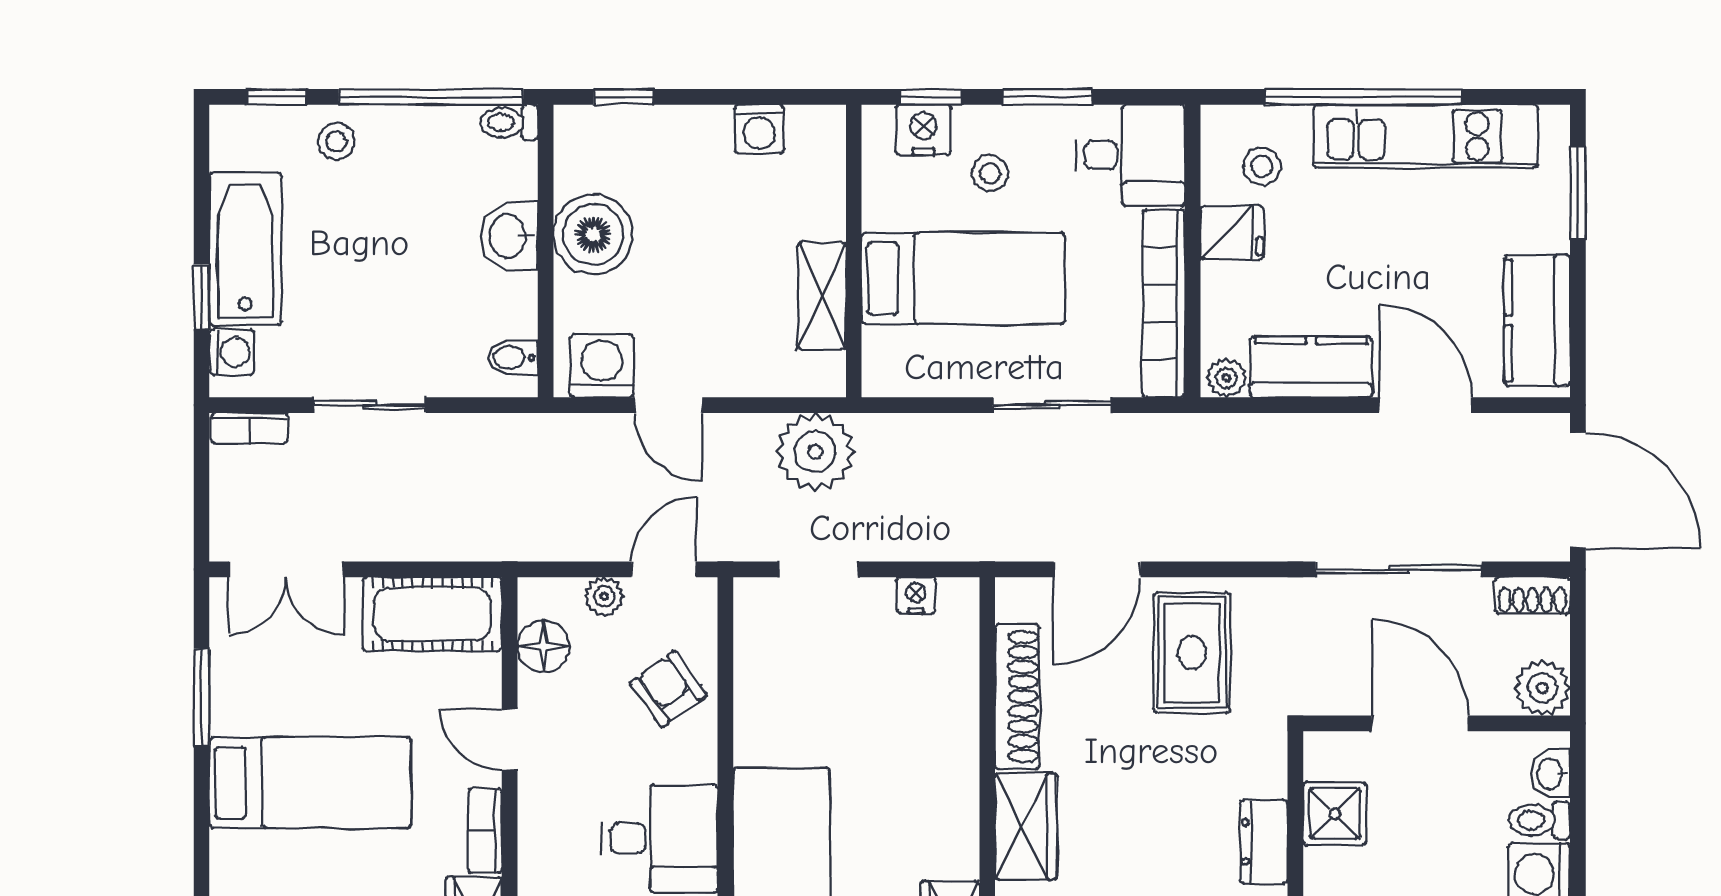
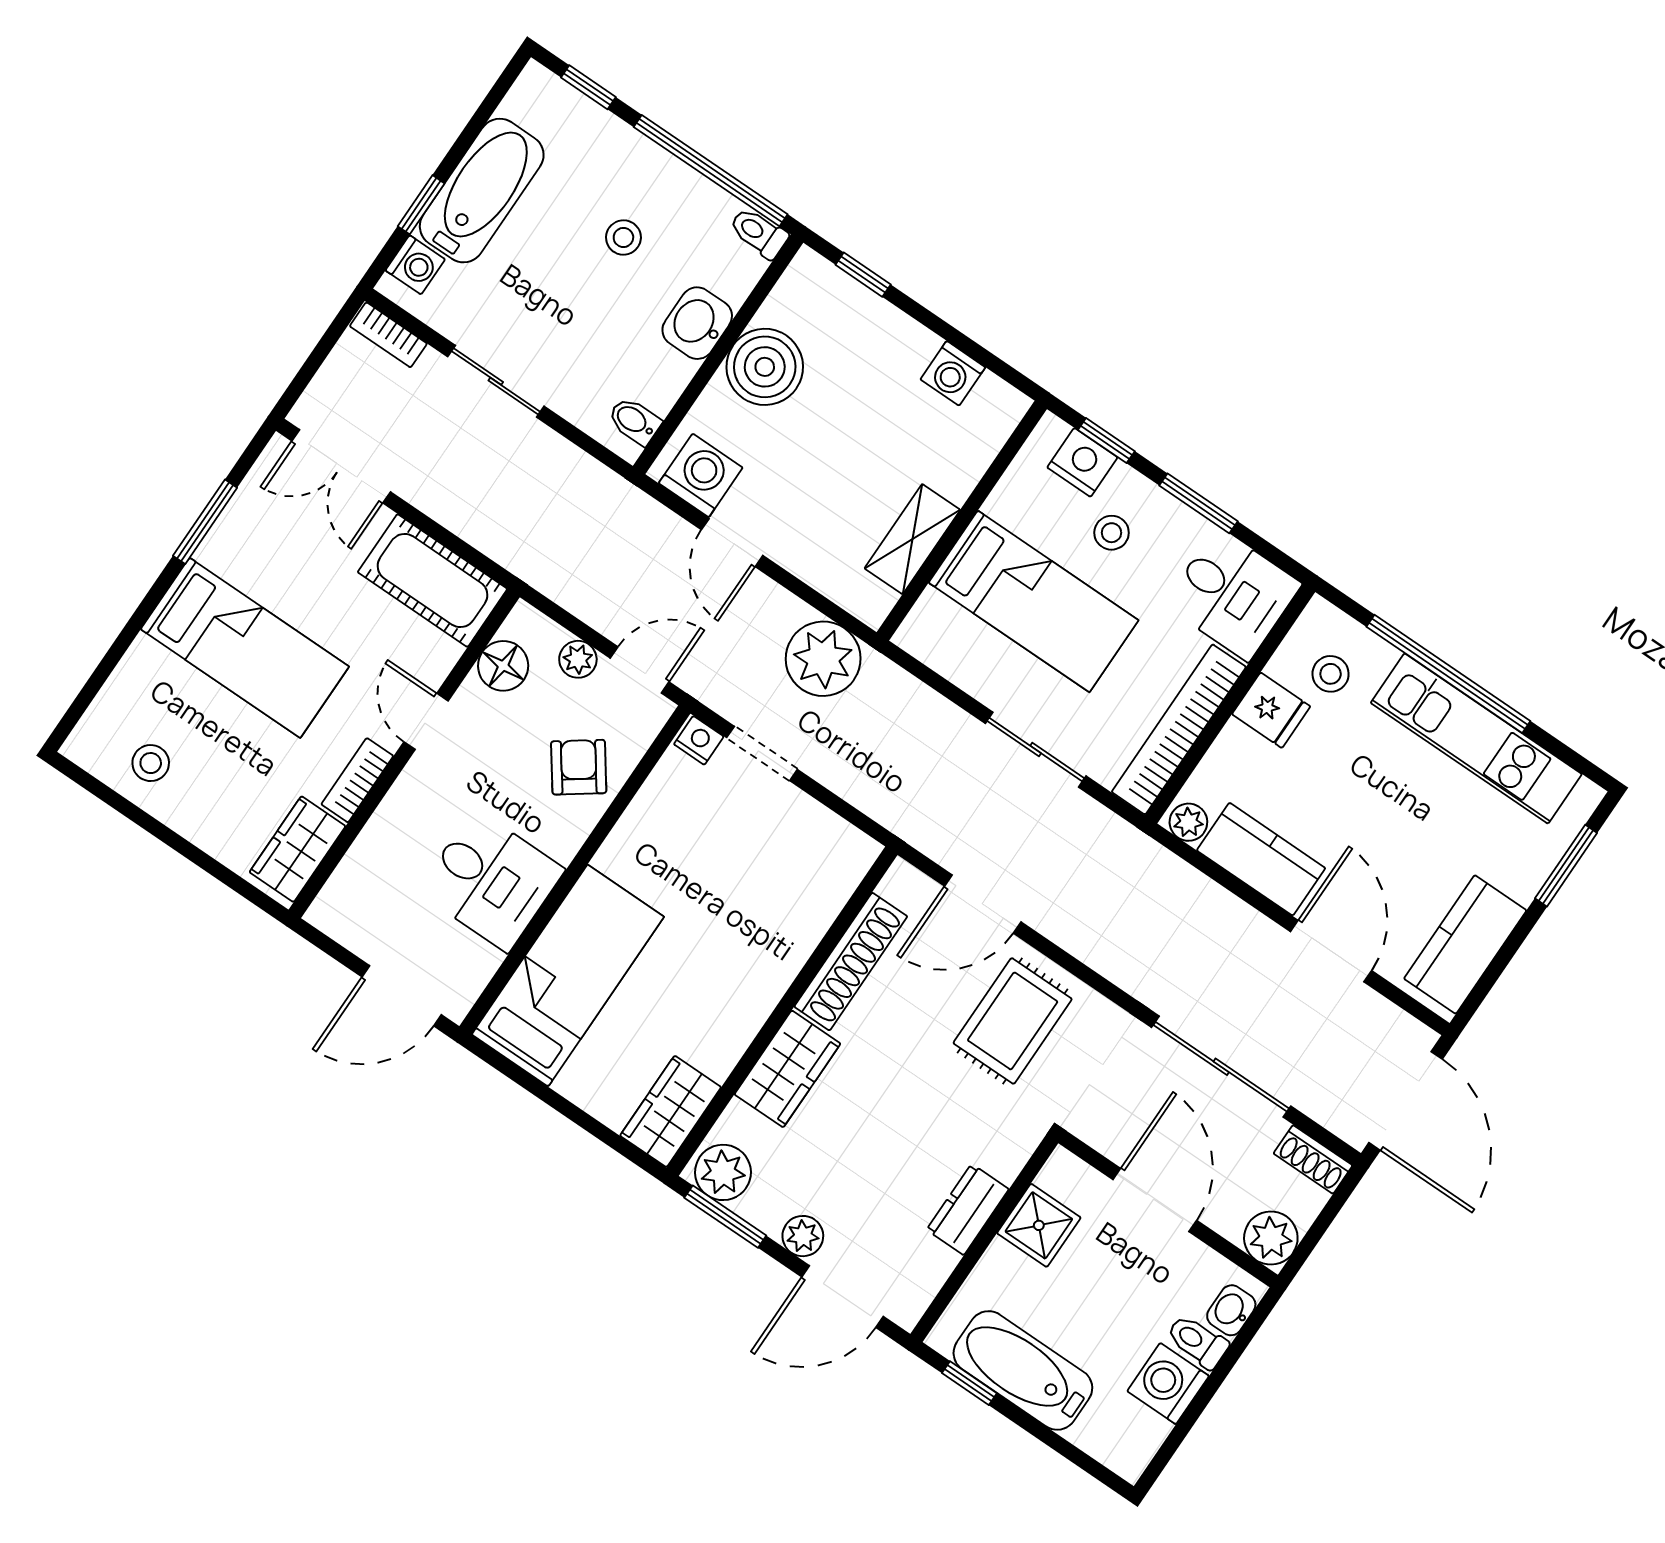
stool: (336, 142) -> (623, 237), moved
nightstand: (916, 595) -> (699, 740), moved

